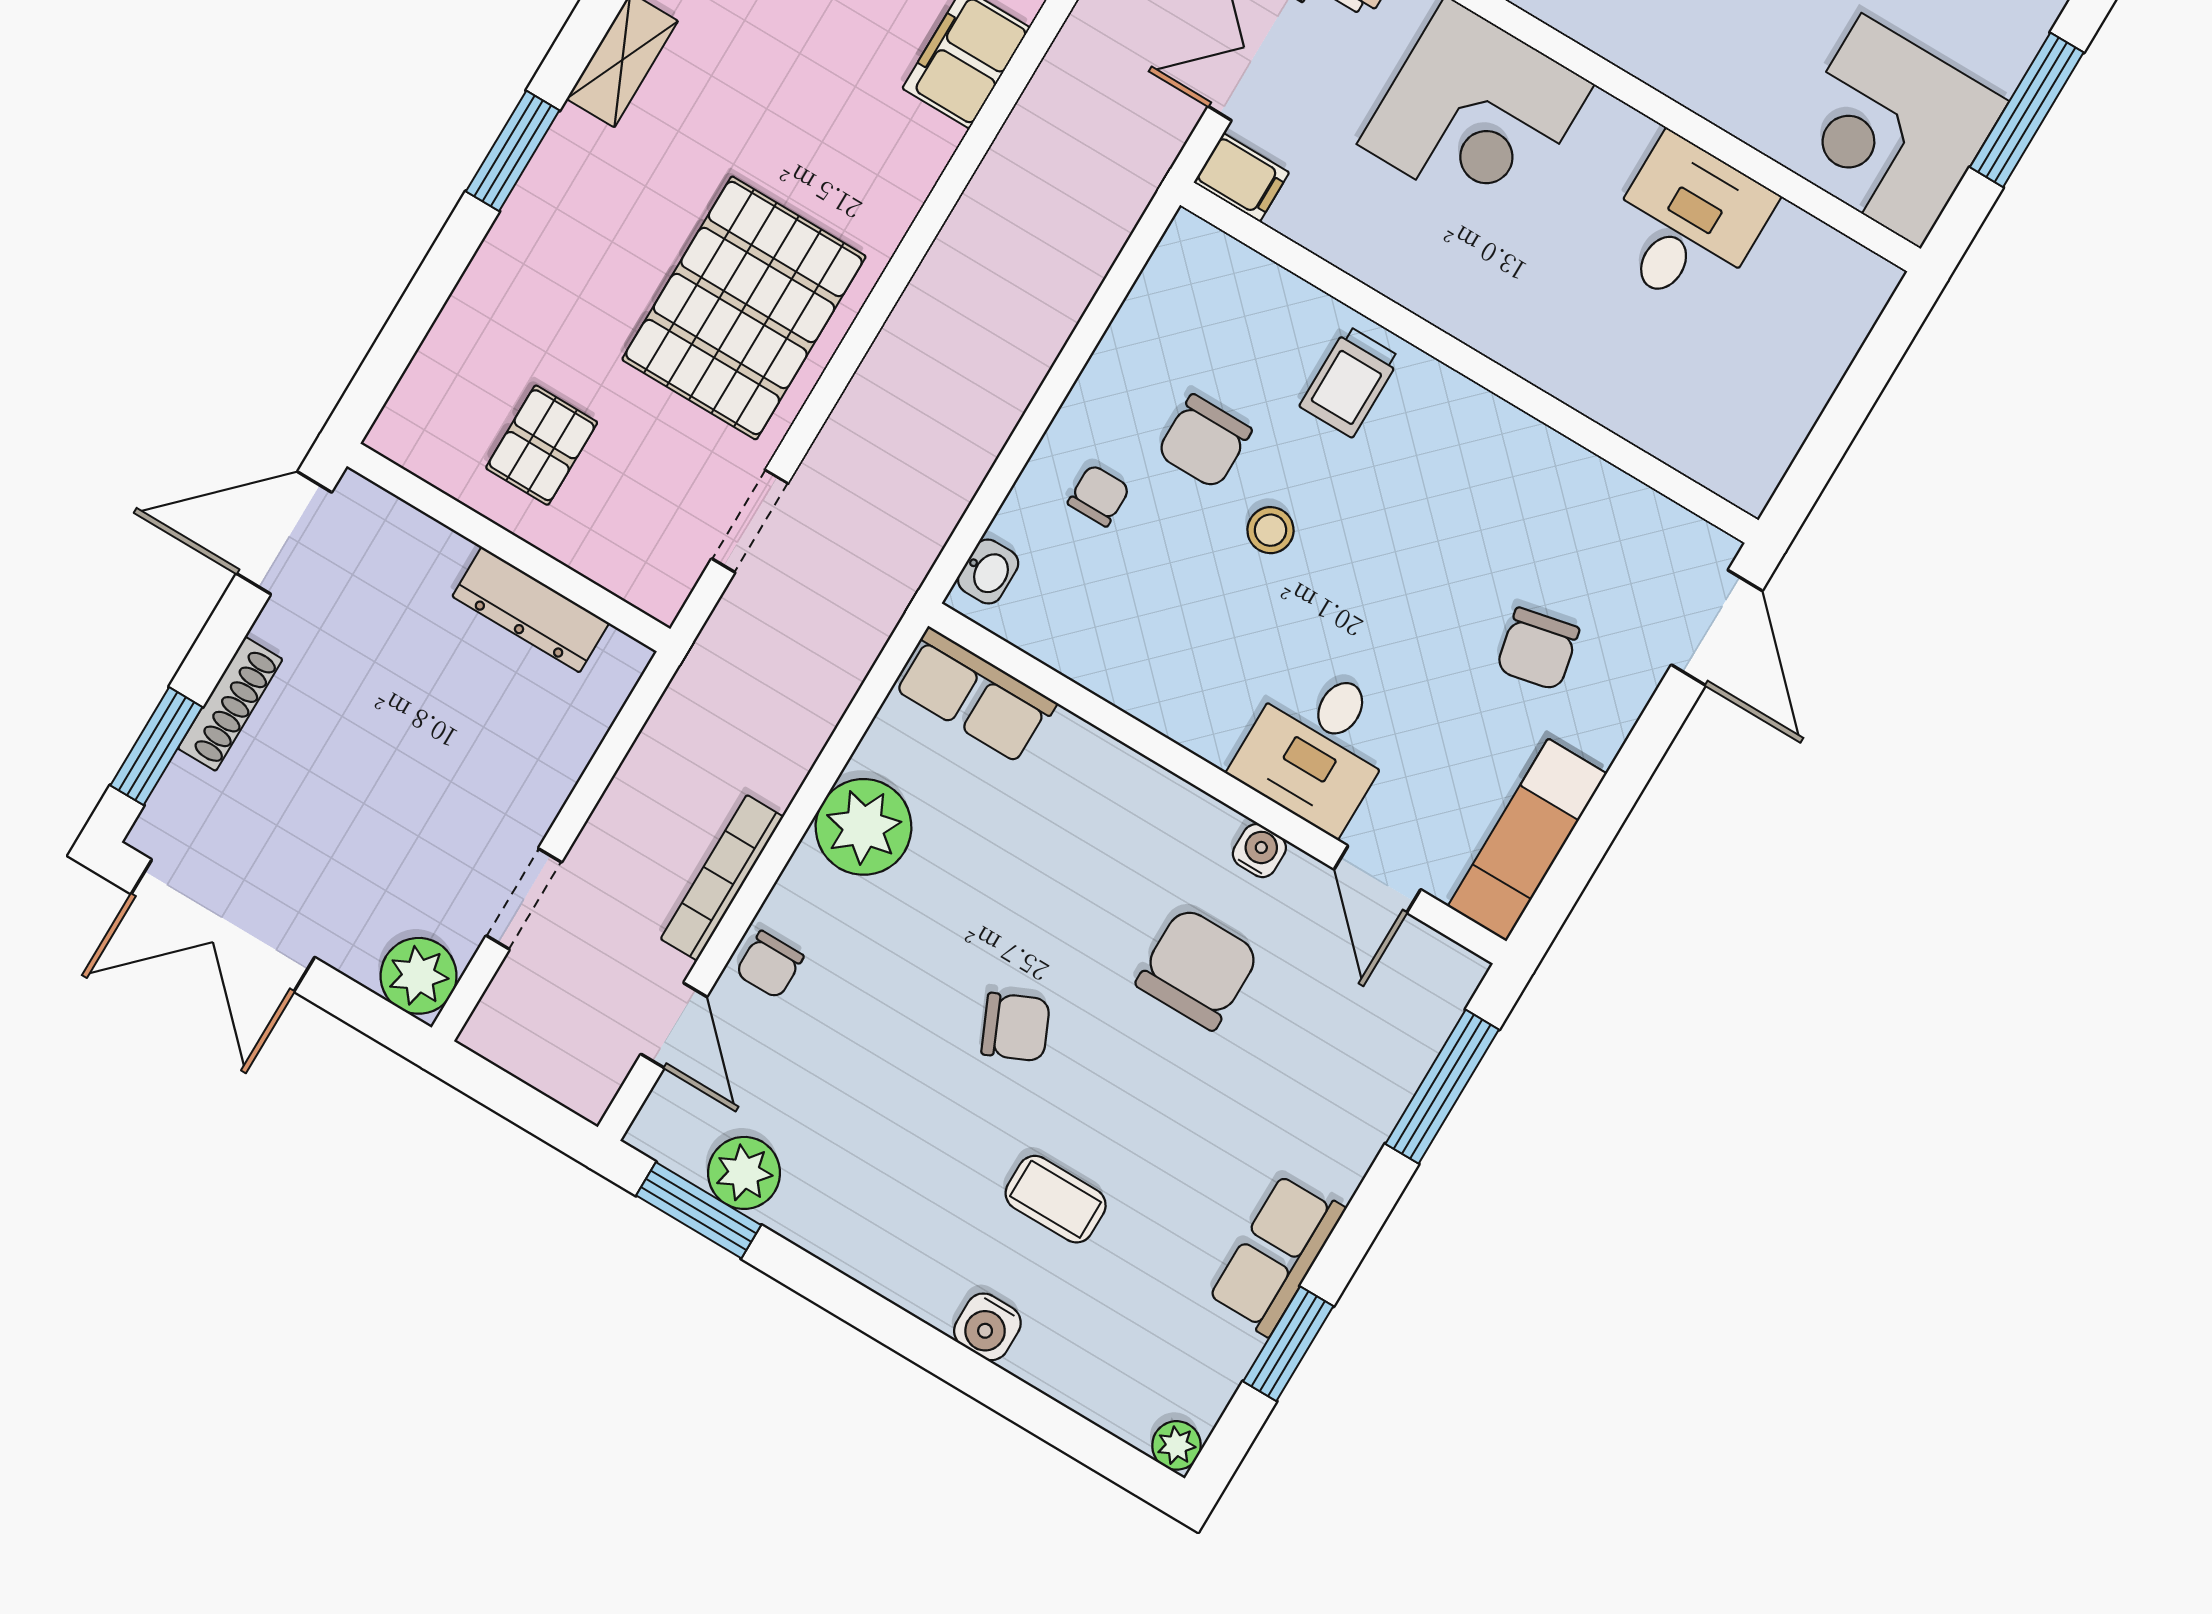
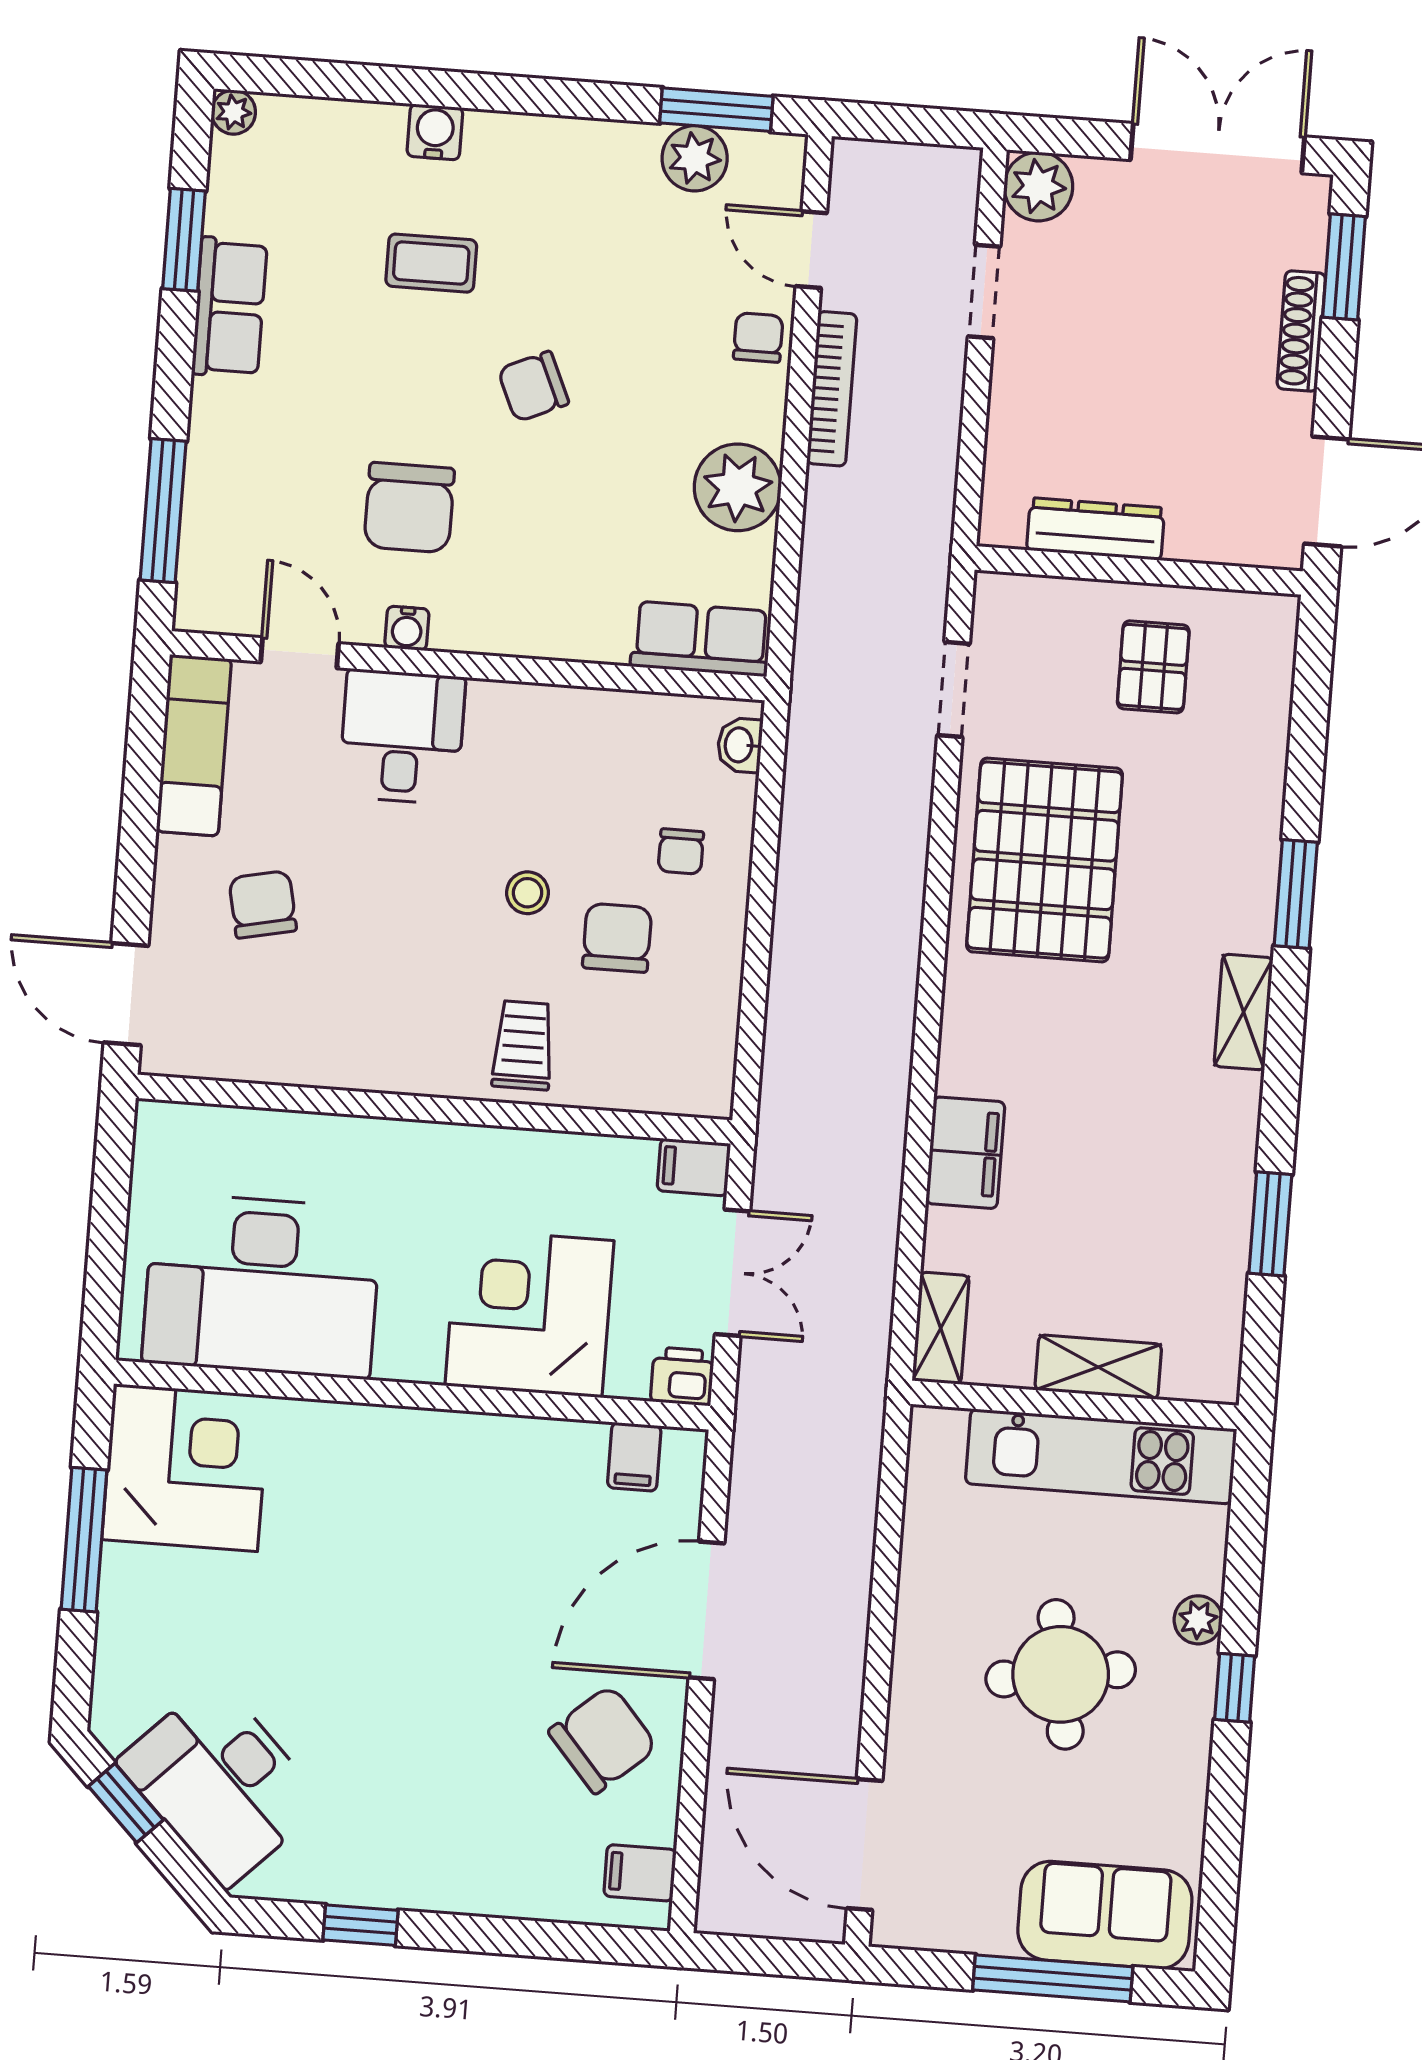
desk: (1687, 224) -> (262, 1286), width x1.87, depth x1.30

